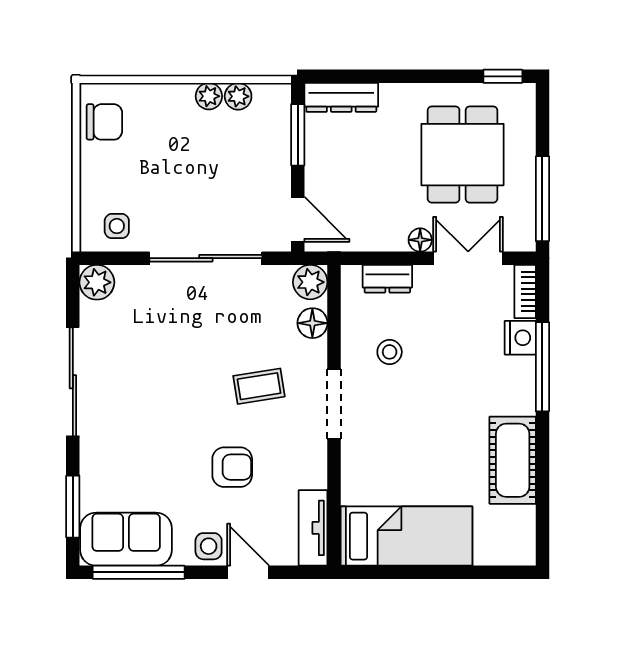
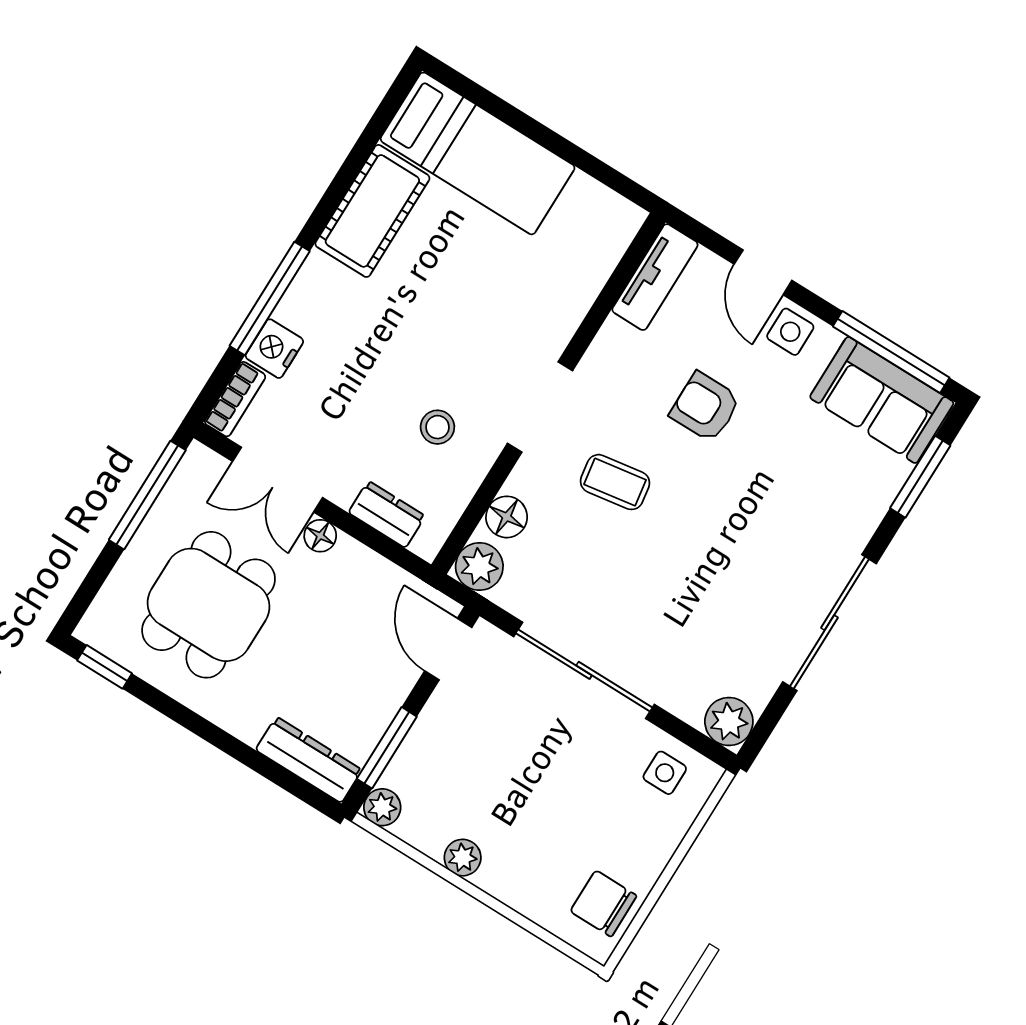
plant: (238, 96) -> (382, 807), moved
bed: (407, 536) -> (478, 153), moved, turned 180

